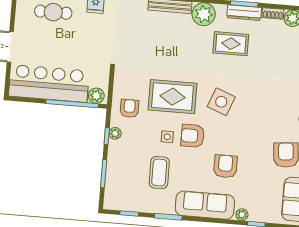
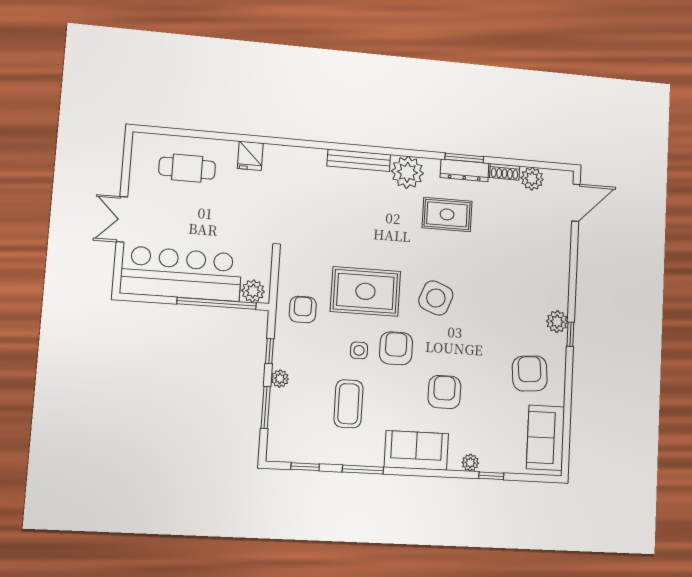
plant: (115, 133) -> (280, 379), moved
armchair: (193, 136) -> (396, 348), turned 90
sofa: (205, 205) -> (416, 450), width x0.73

